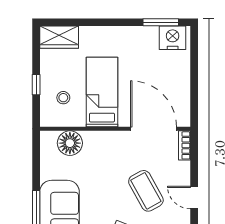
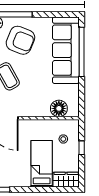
bed: (102, 92) -> (42, 164), moved, turned 180

